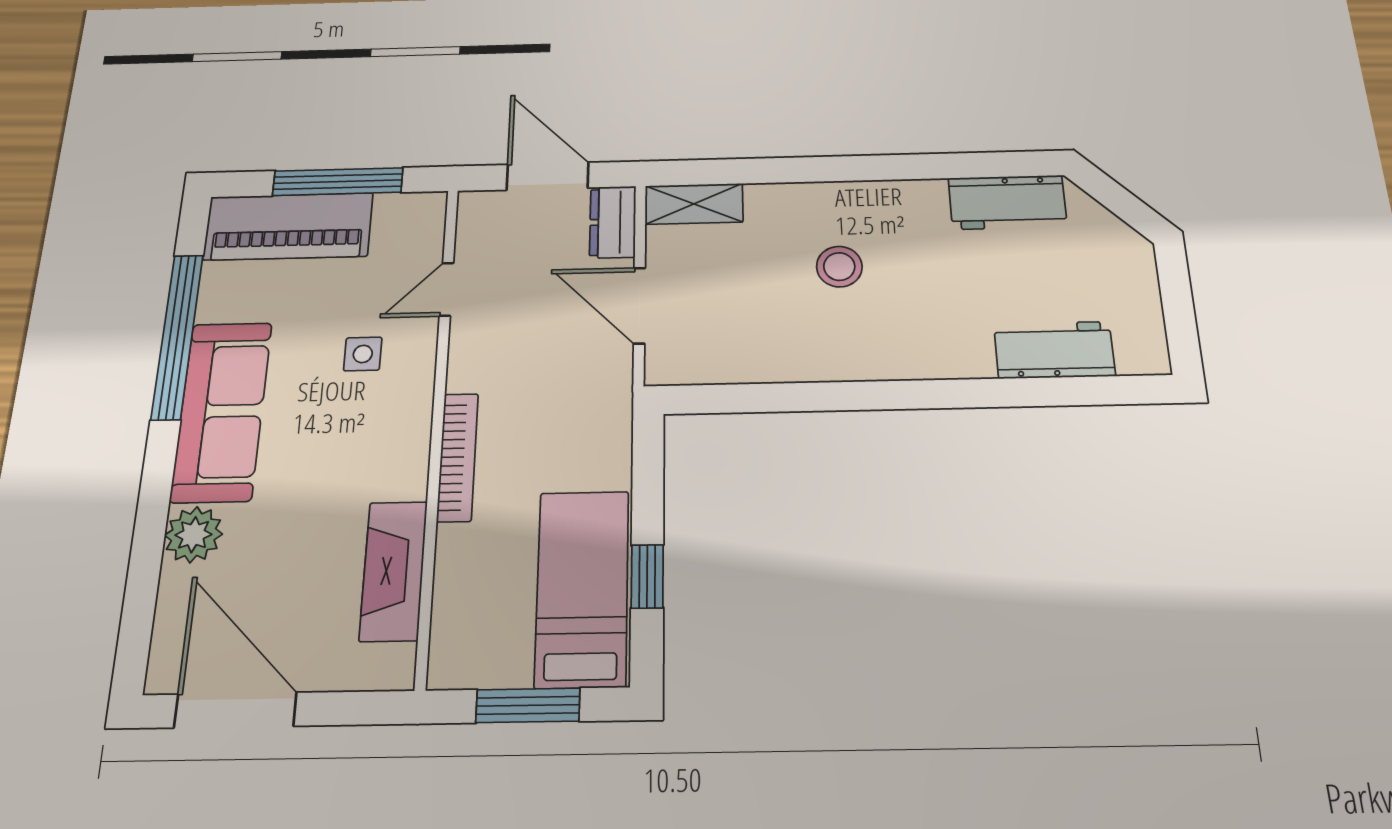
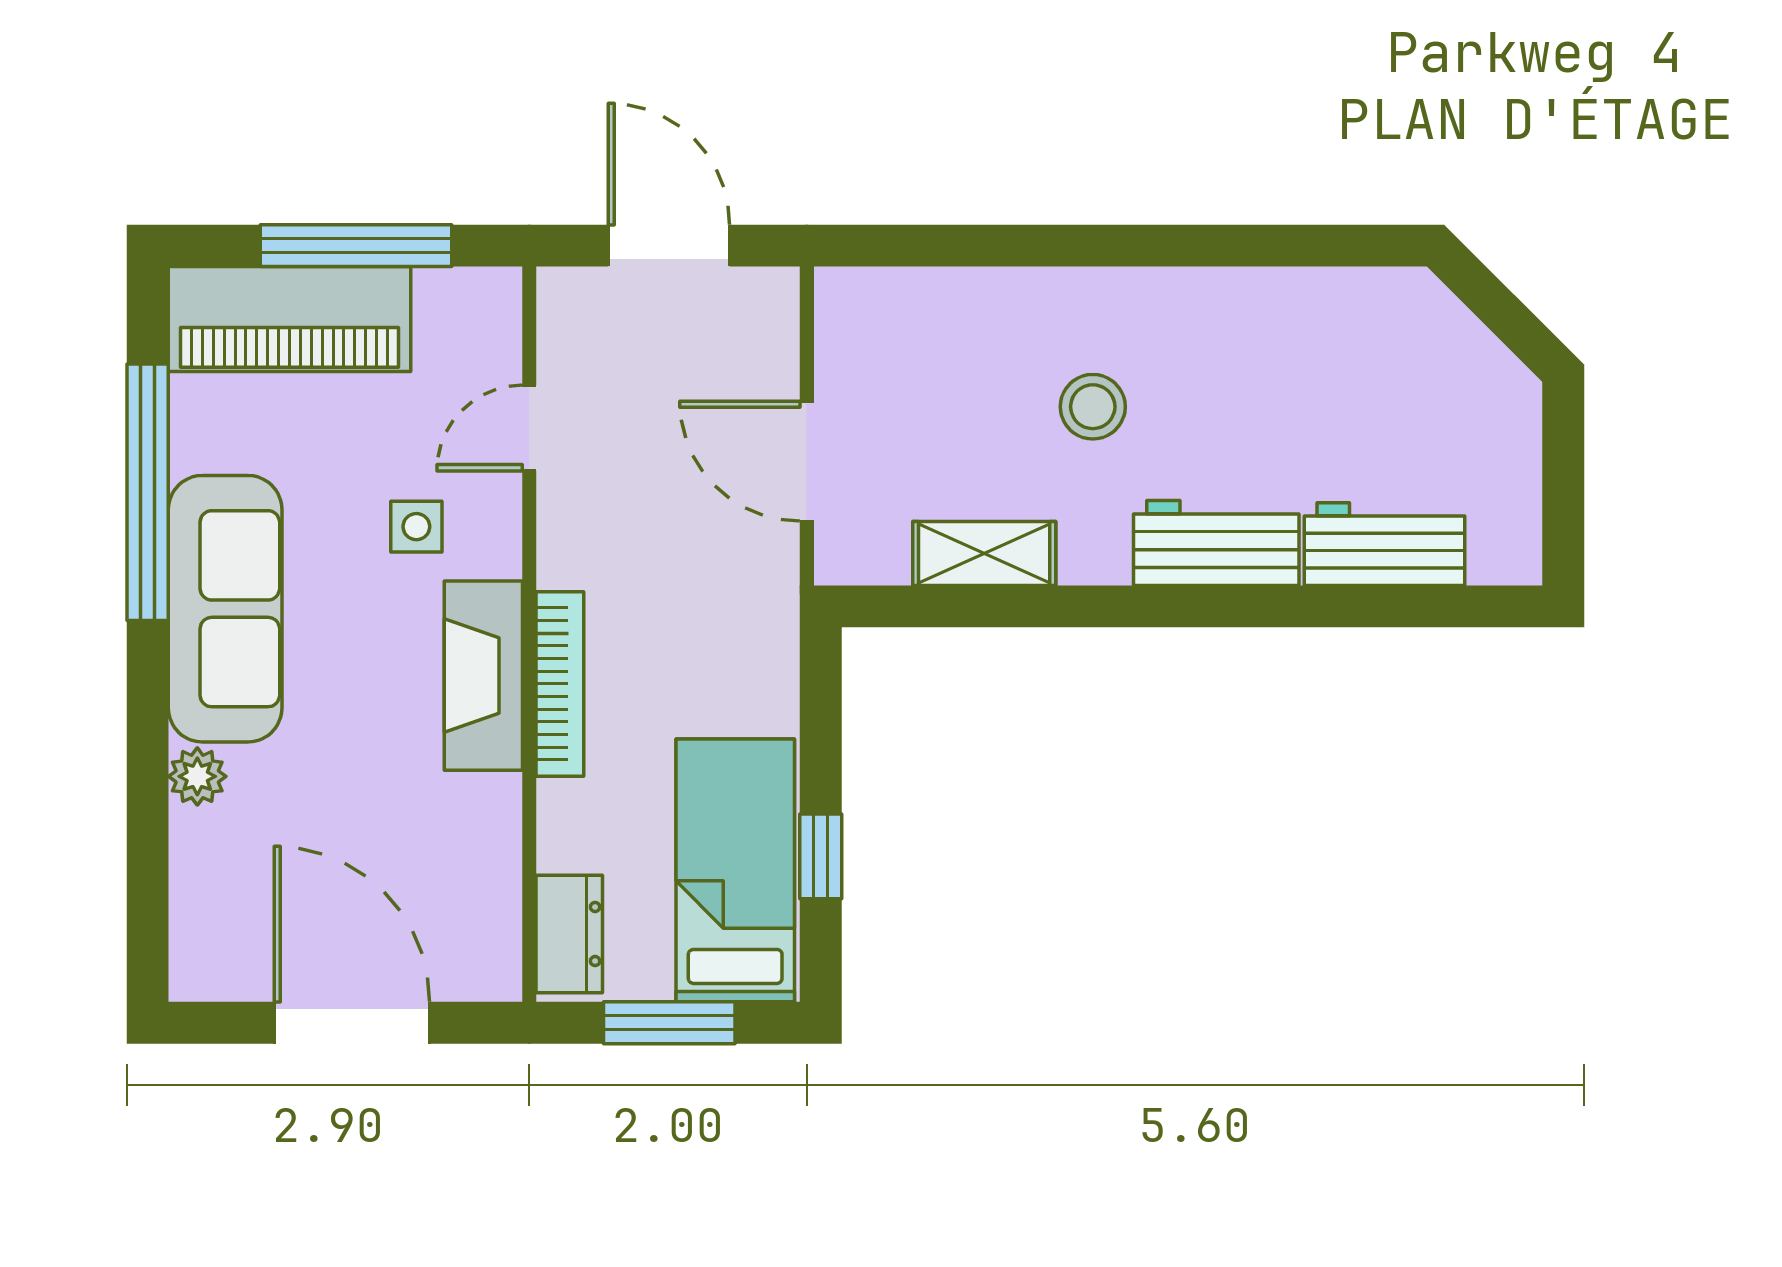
workbench: (1007, 202) -> (1216, 543), moved, turned 180
shelving: (694, 204) -> (984, 553), moved
dresser: (613, 222) -> (569, 934), moved, turned 180
plant: (193, 535) -> (197, 776), width x0.73, depth x0.73
fireplace: (394, 571) -> (483, 676), moved
door: (235, 710) -> (352, 1023), moved

